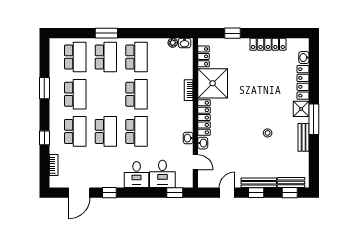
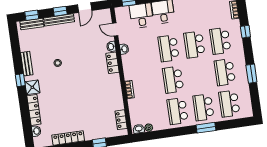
shower: (213, 83) -> (110, 98), removed
locker: (204, 118) -> (112, 63), width x0.66
window: (314, 119) -> (20, 80), width x0.46

